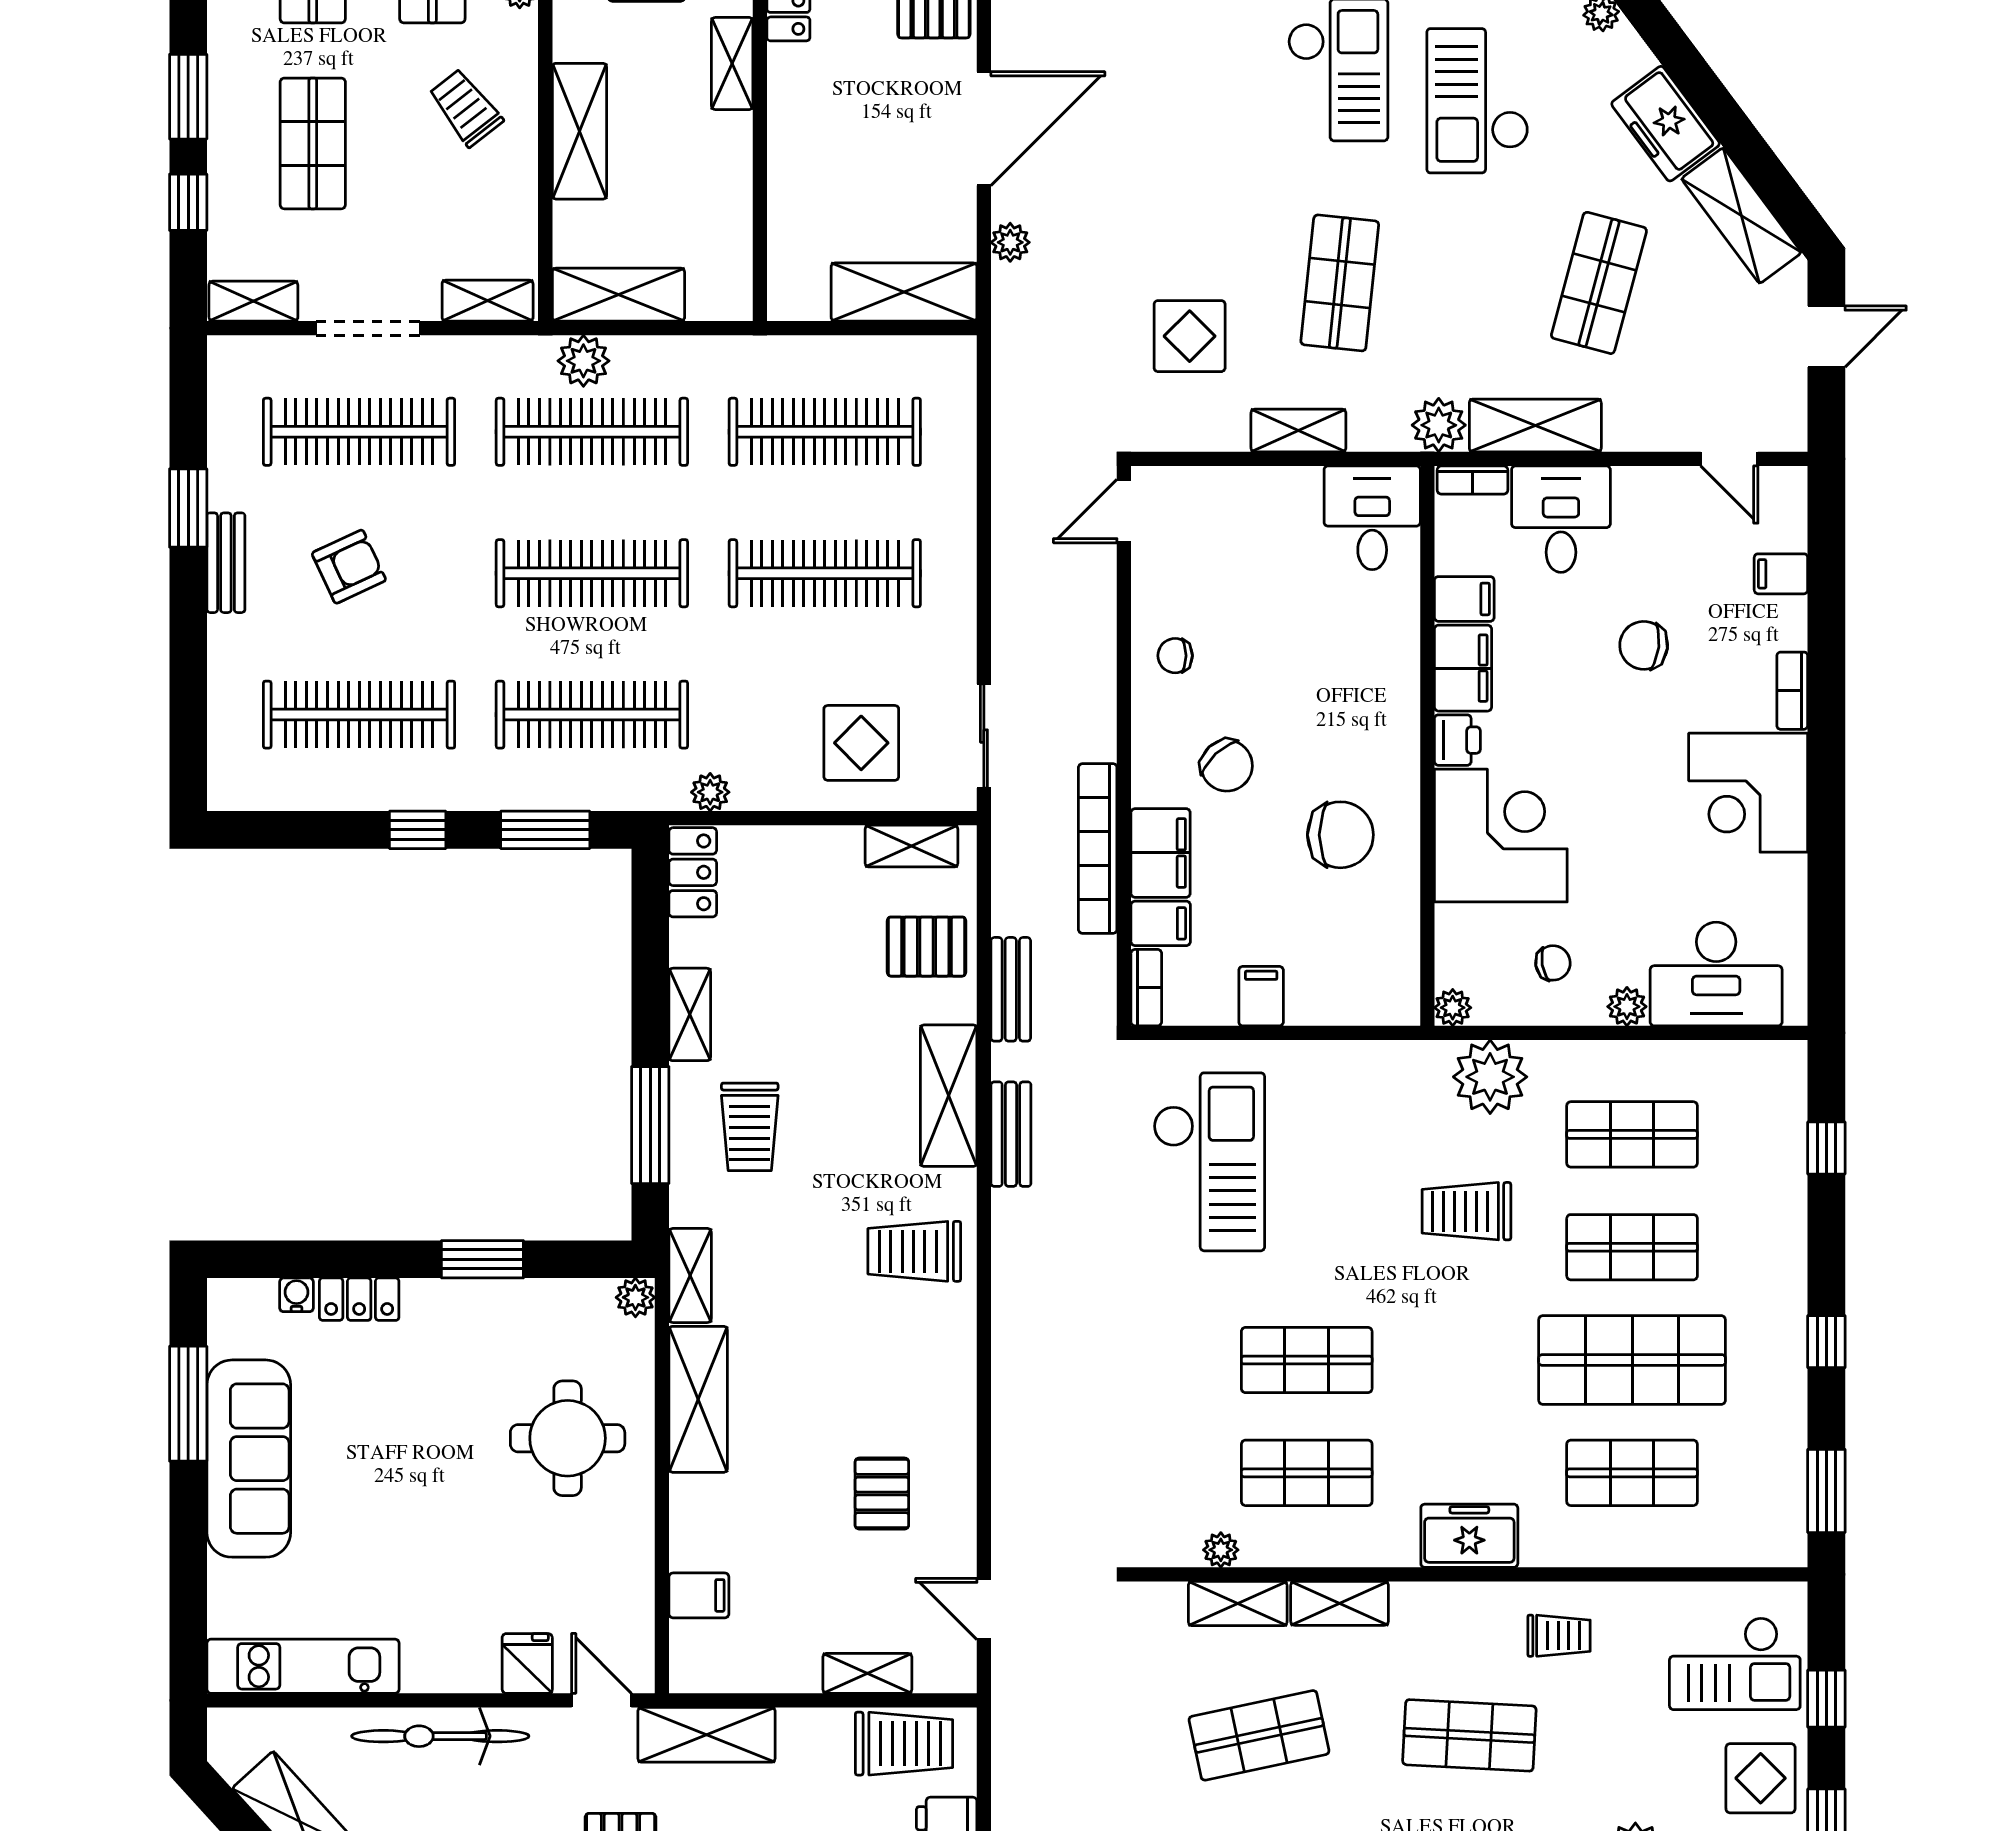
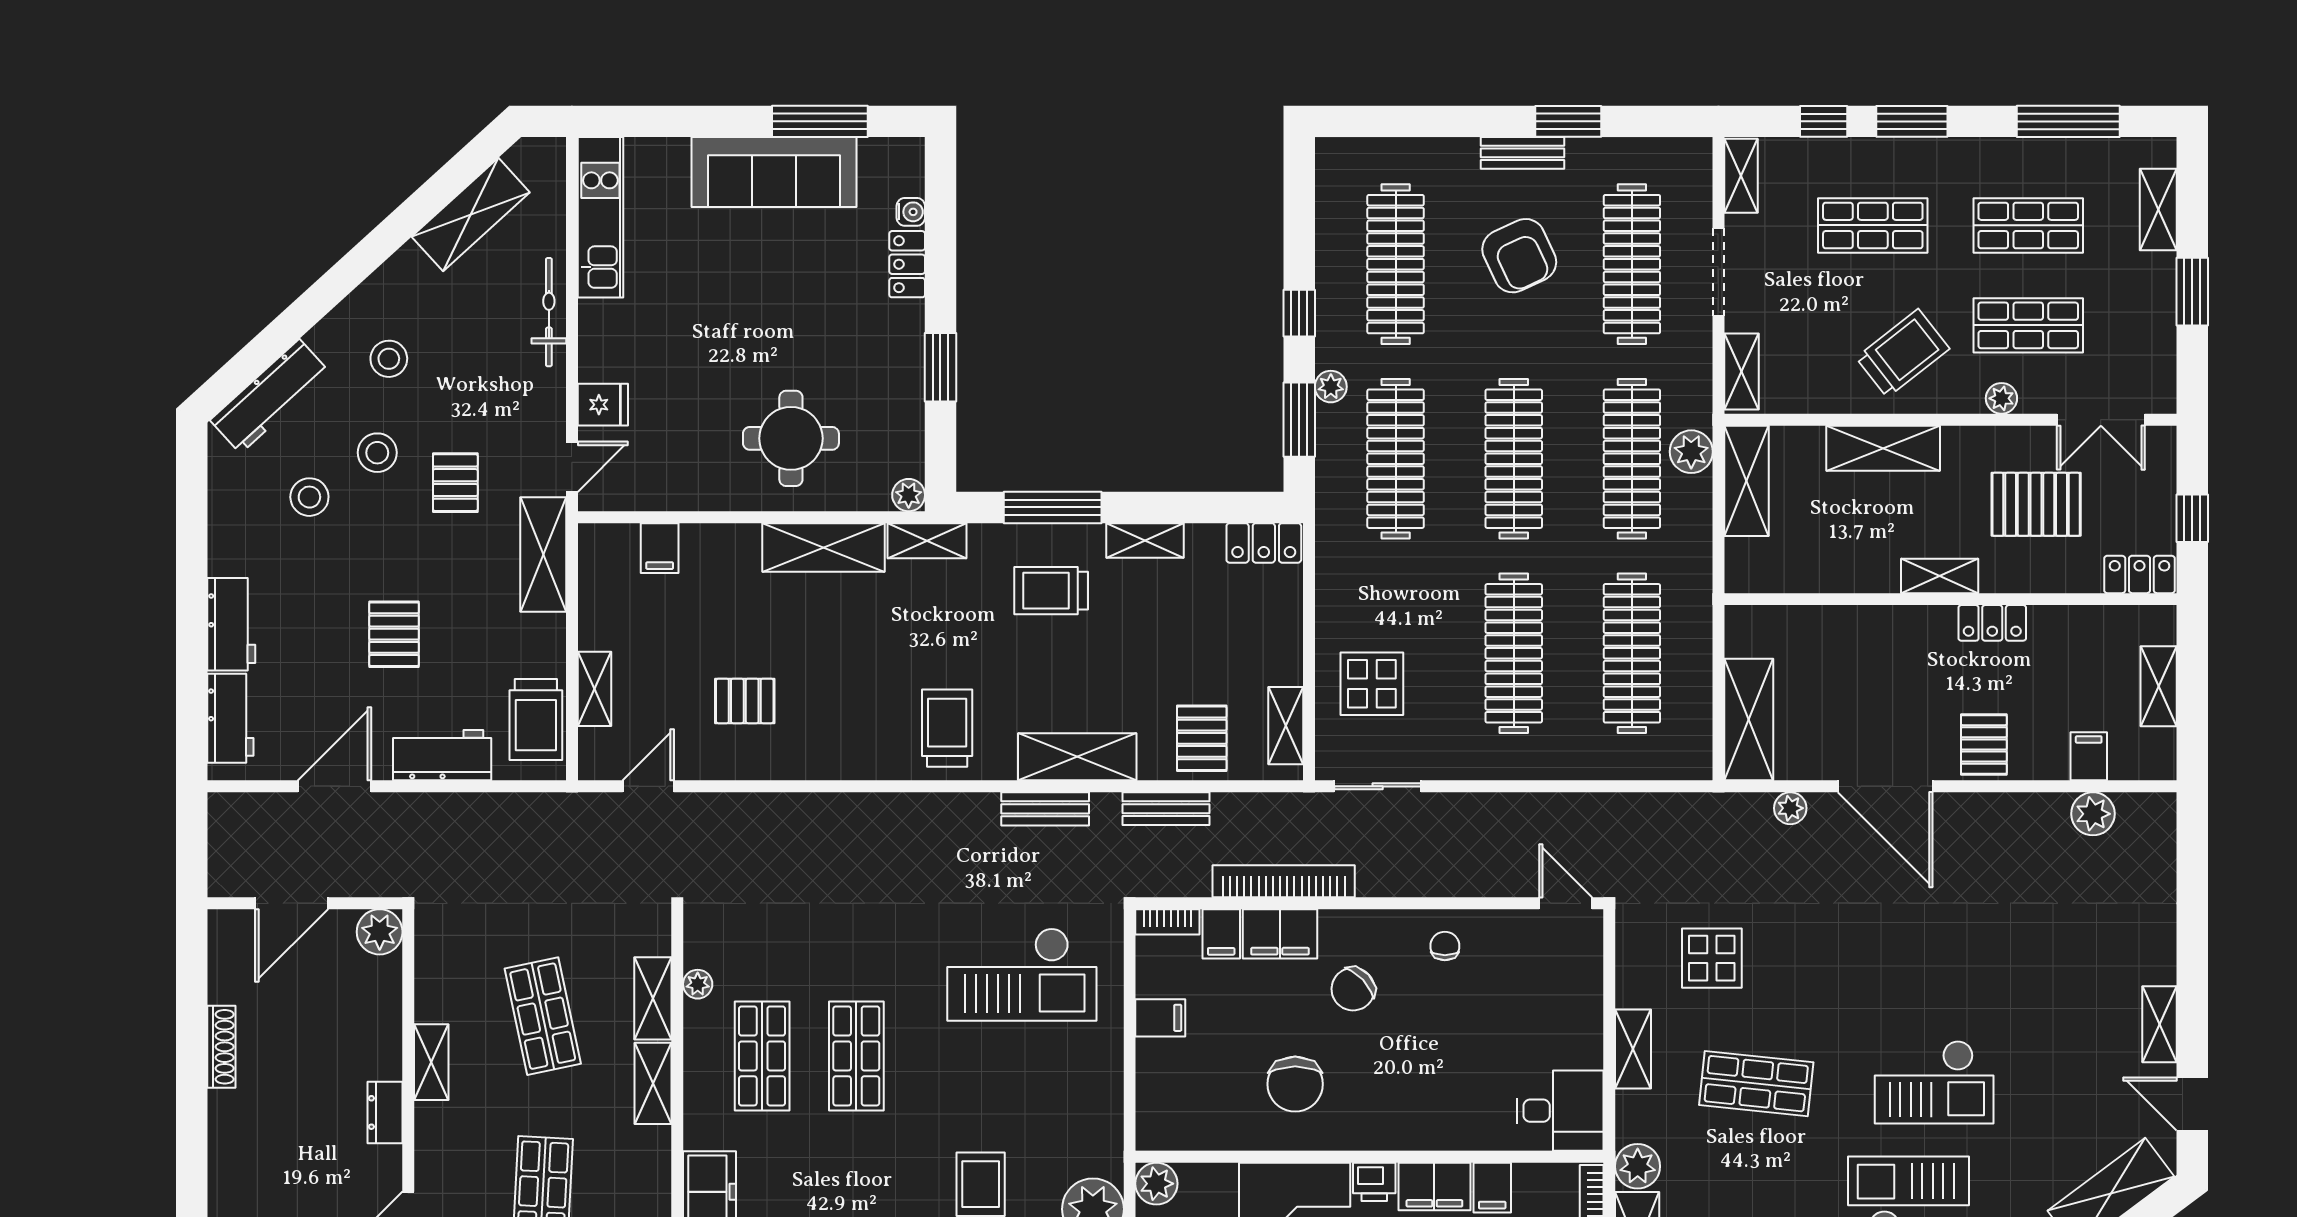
trolley: (466, 108) -> (1903, 353), width x1.36, depth x1.39
armchair: (349, 567) -> (1519, 256), width x1.38, depth x1.38
plant: (710, 792) -> (1331, 387), moved
plant: (1453, 1008) -> (1156, 1184), width x1.38, depth x1.38
bicycle: (440, 1736) -> (549, 312), width x0.73, depth x0.71

